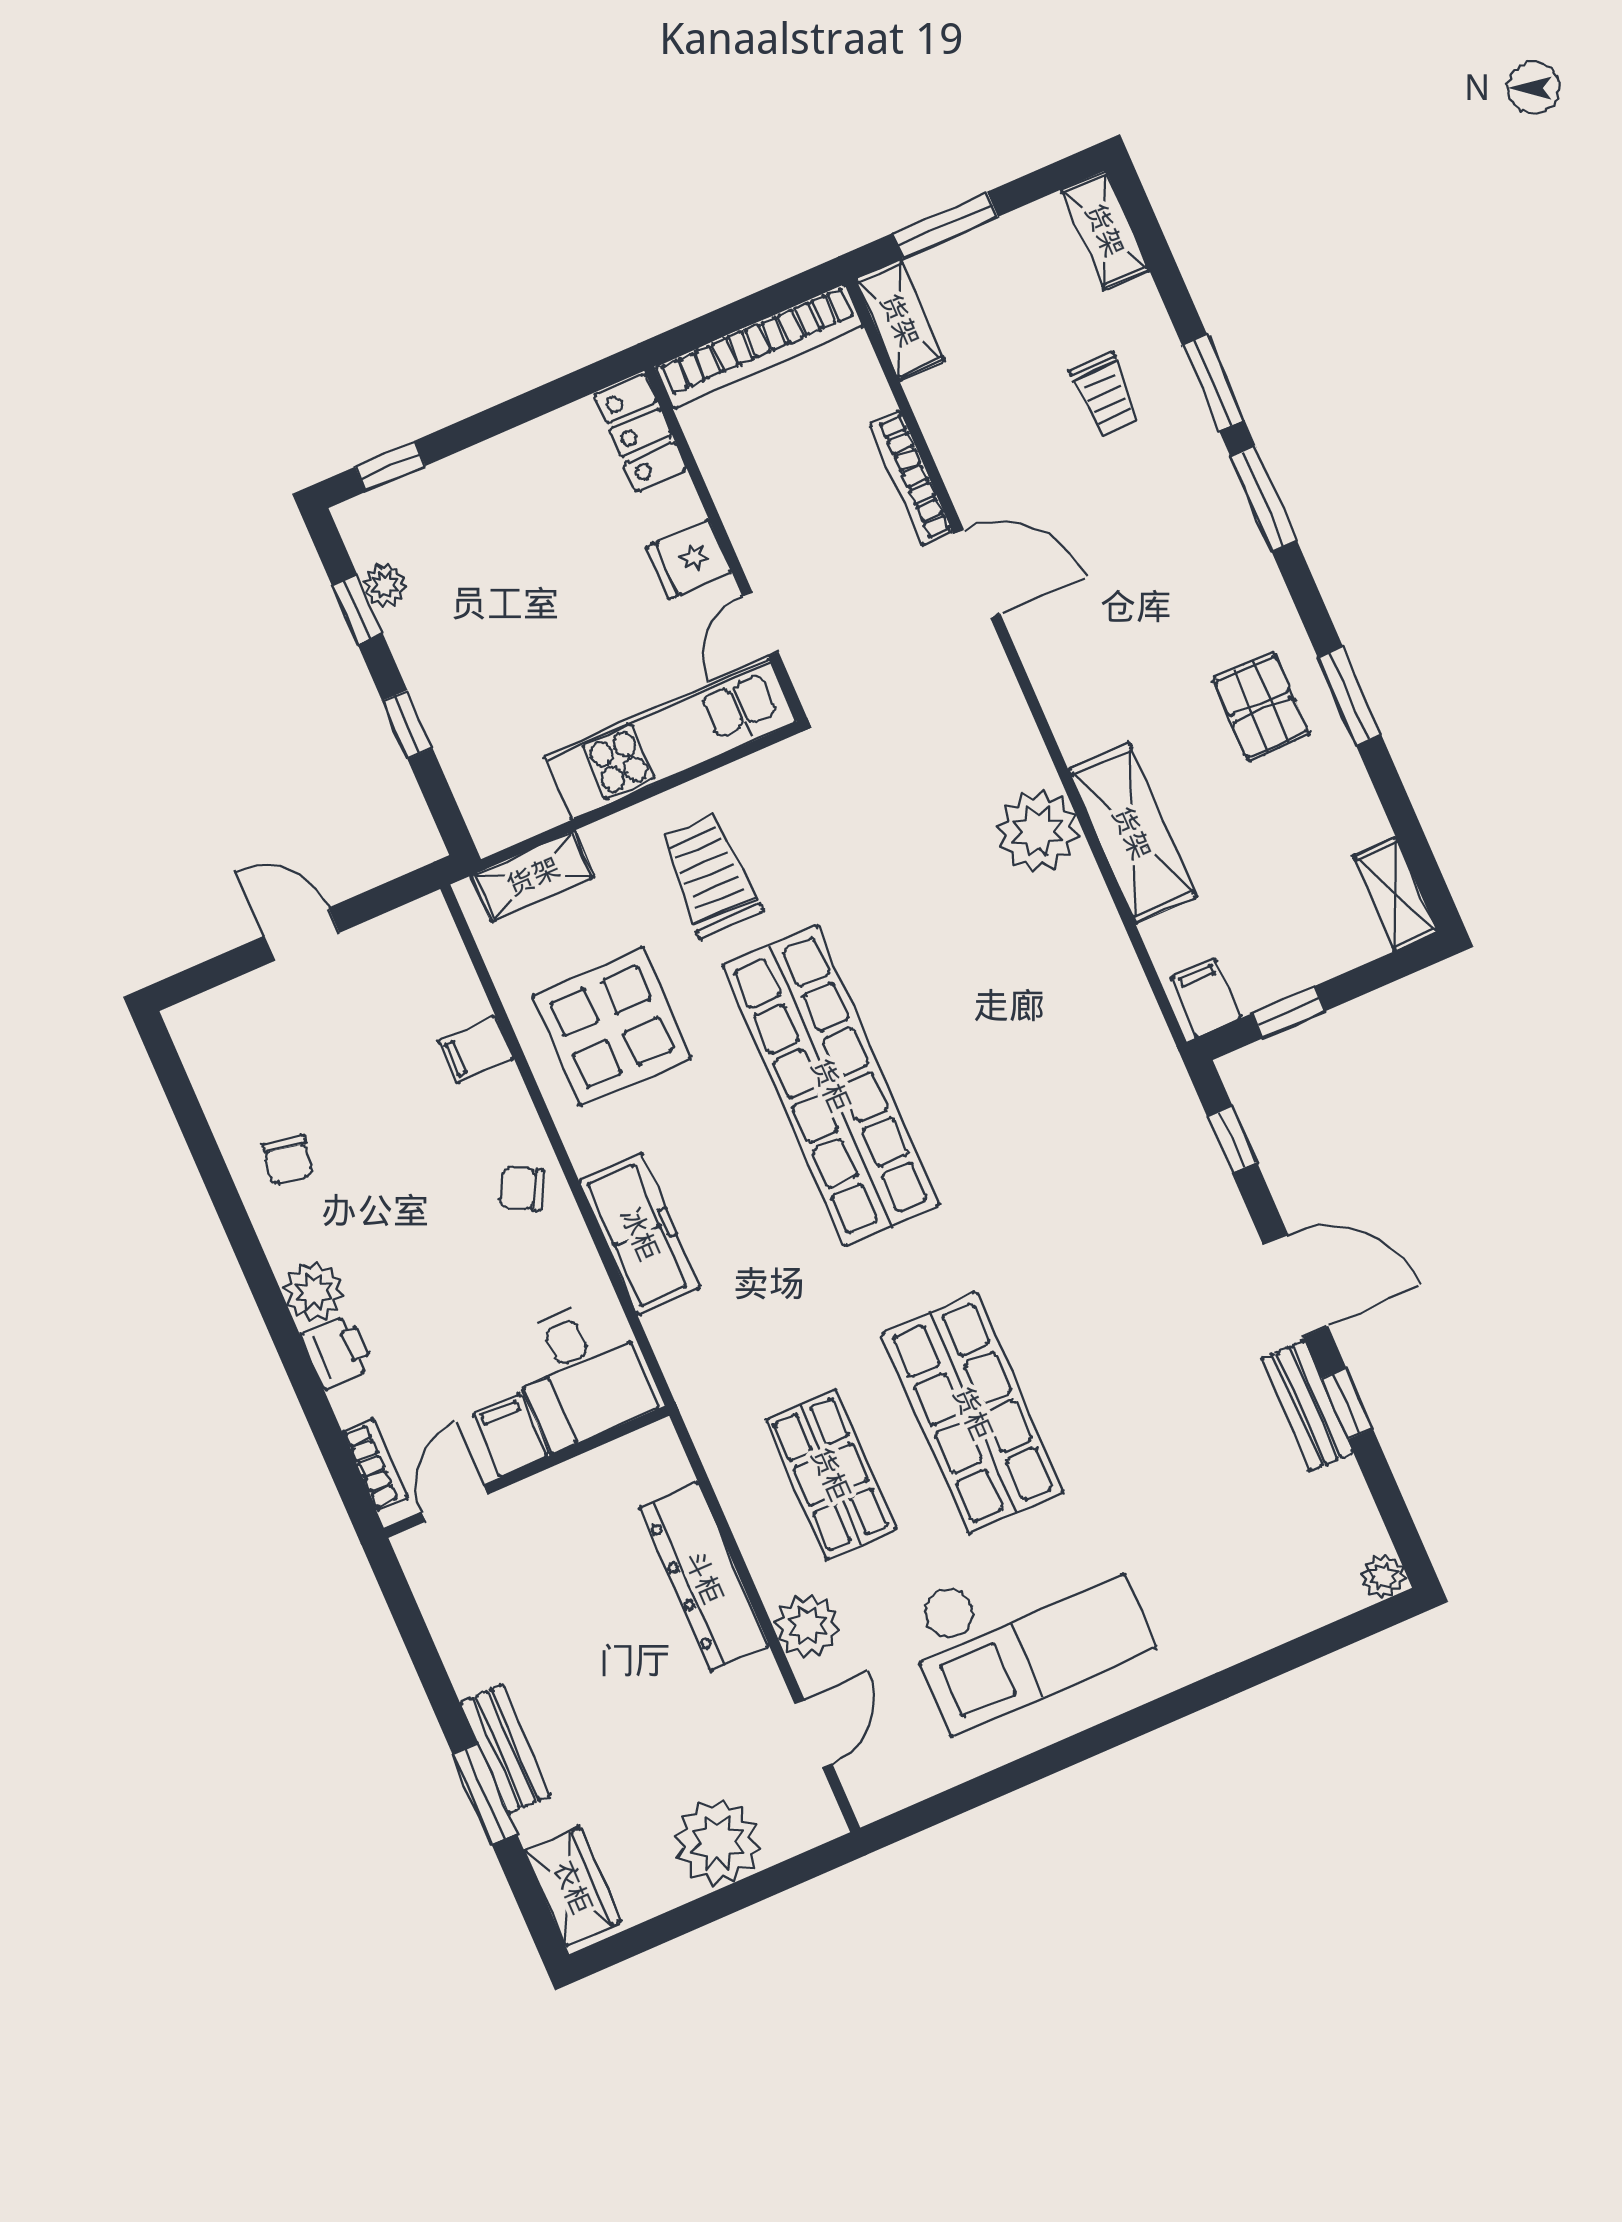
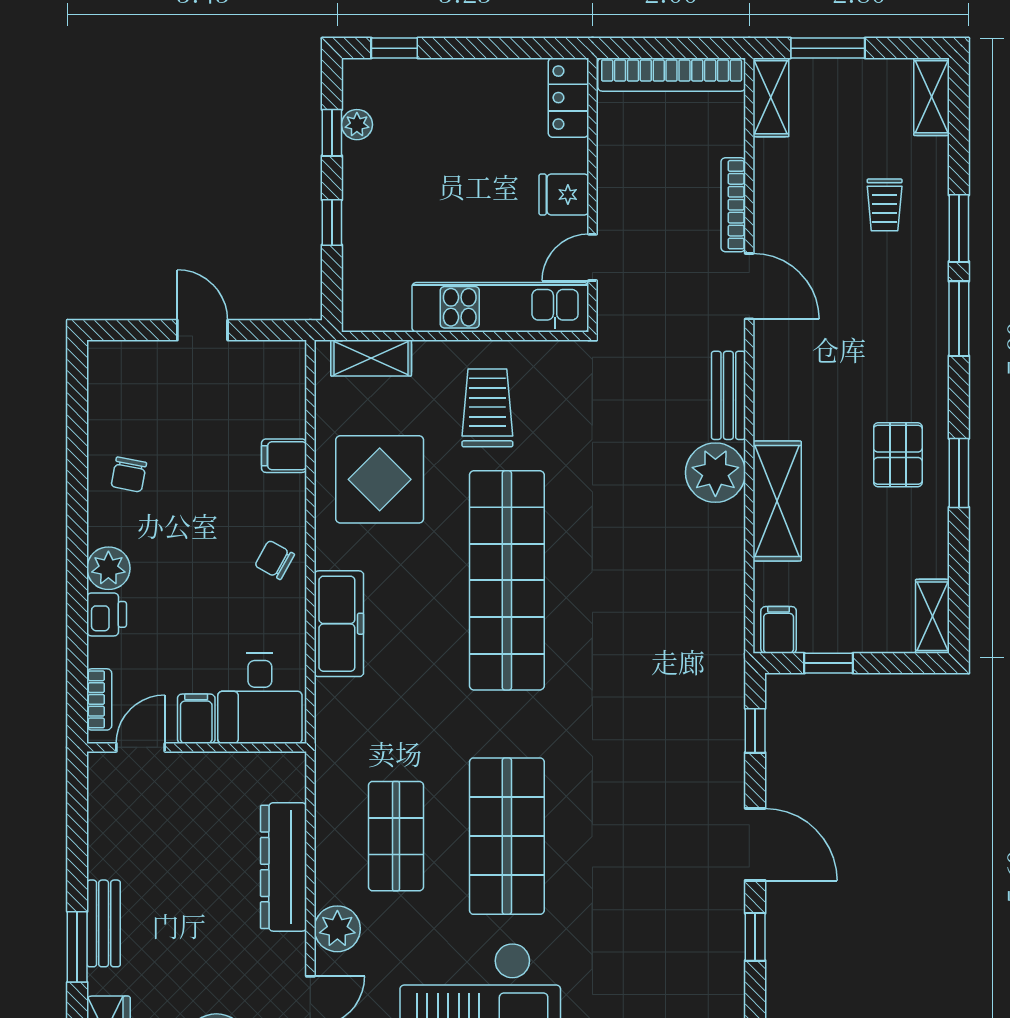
bench: (1307, 1406) -> (728, 395), moved

